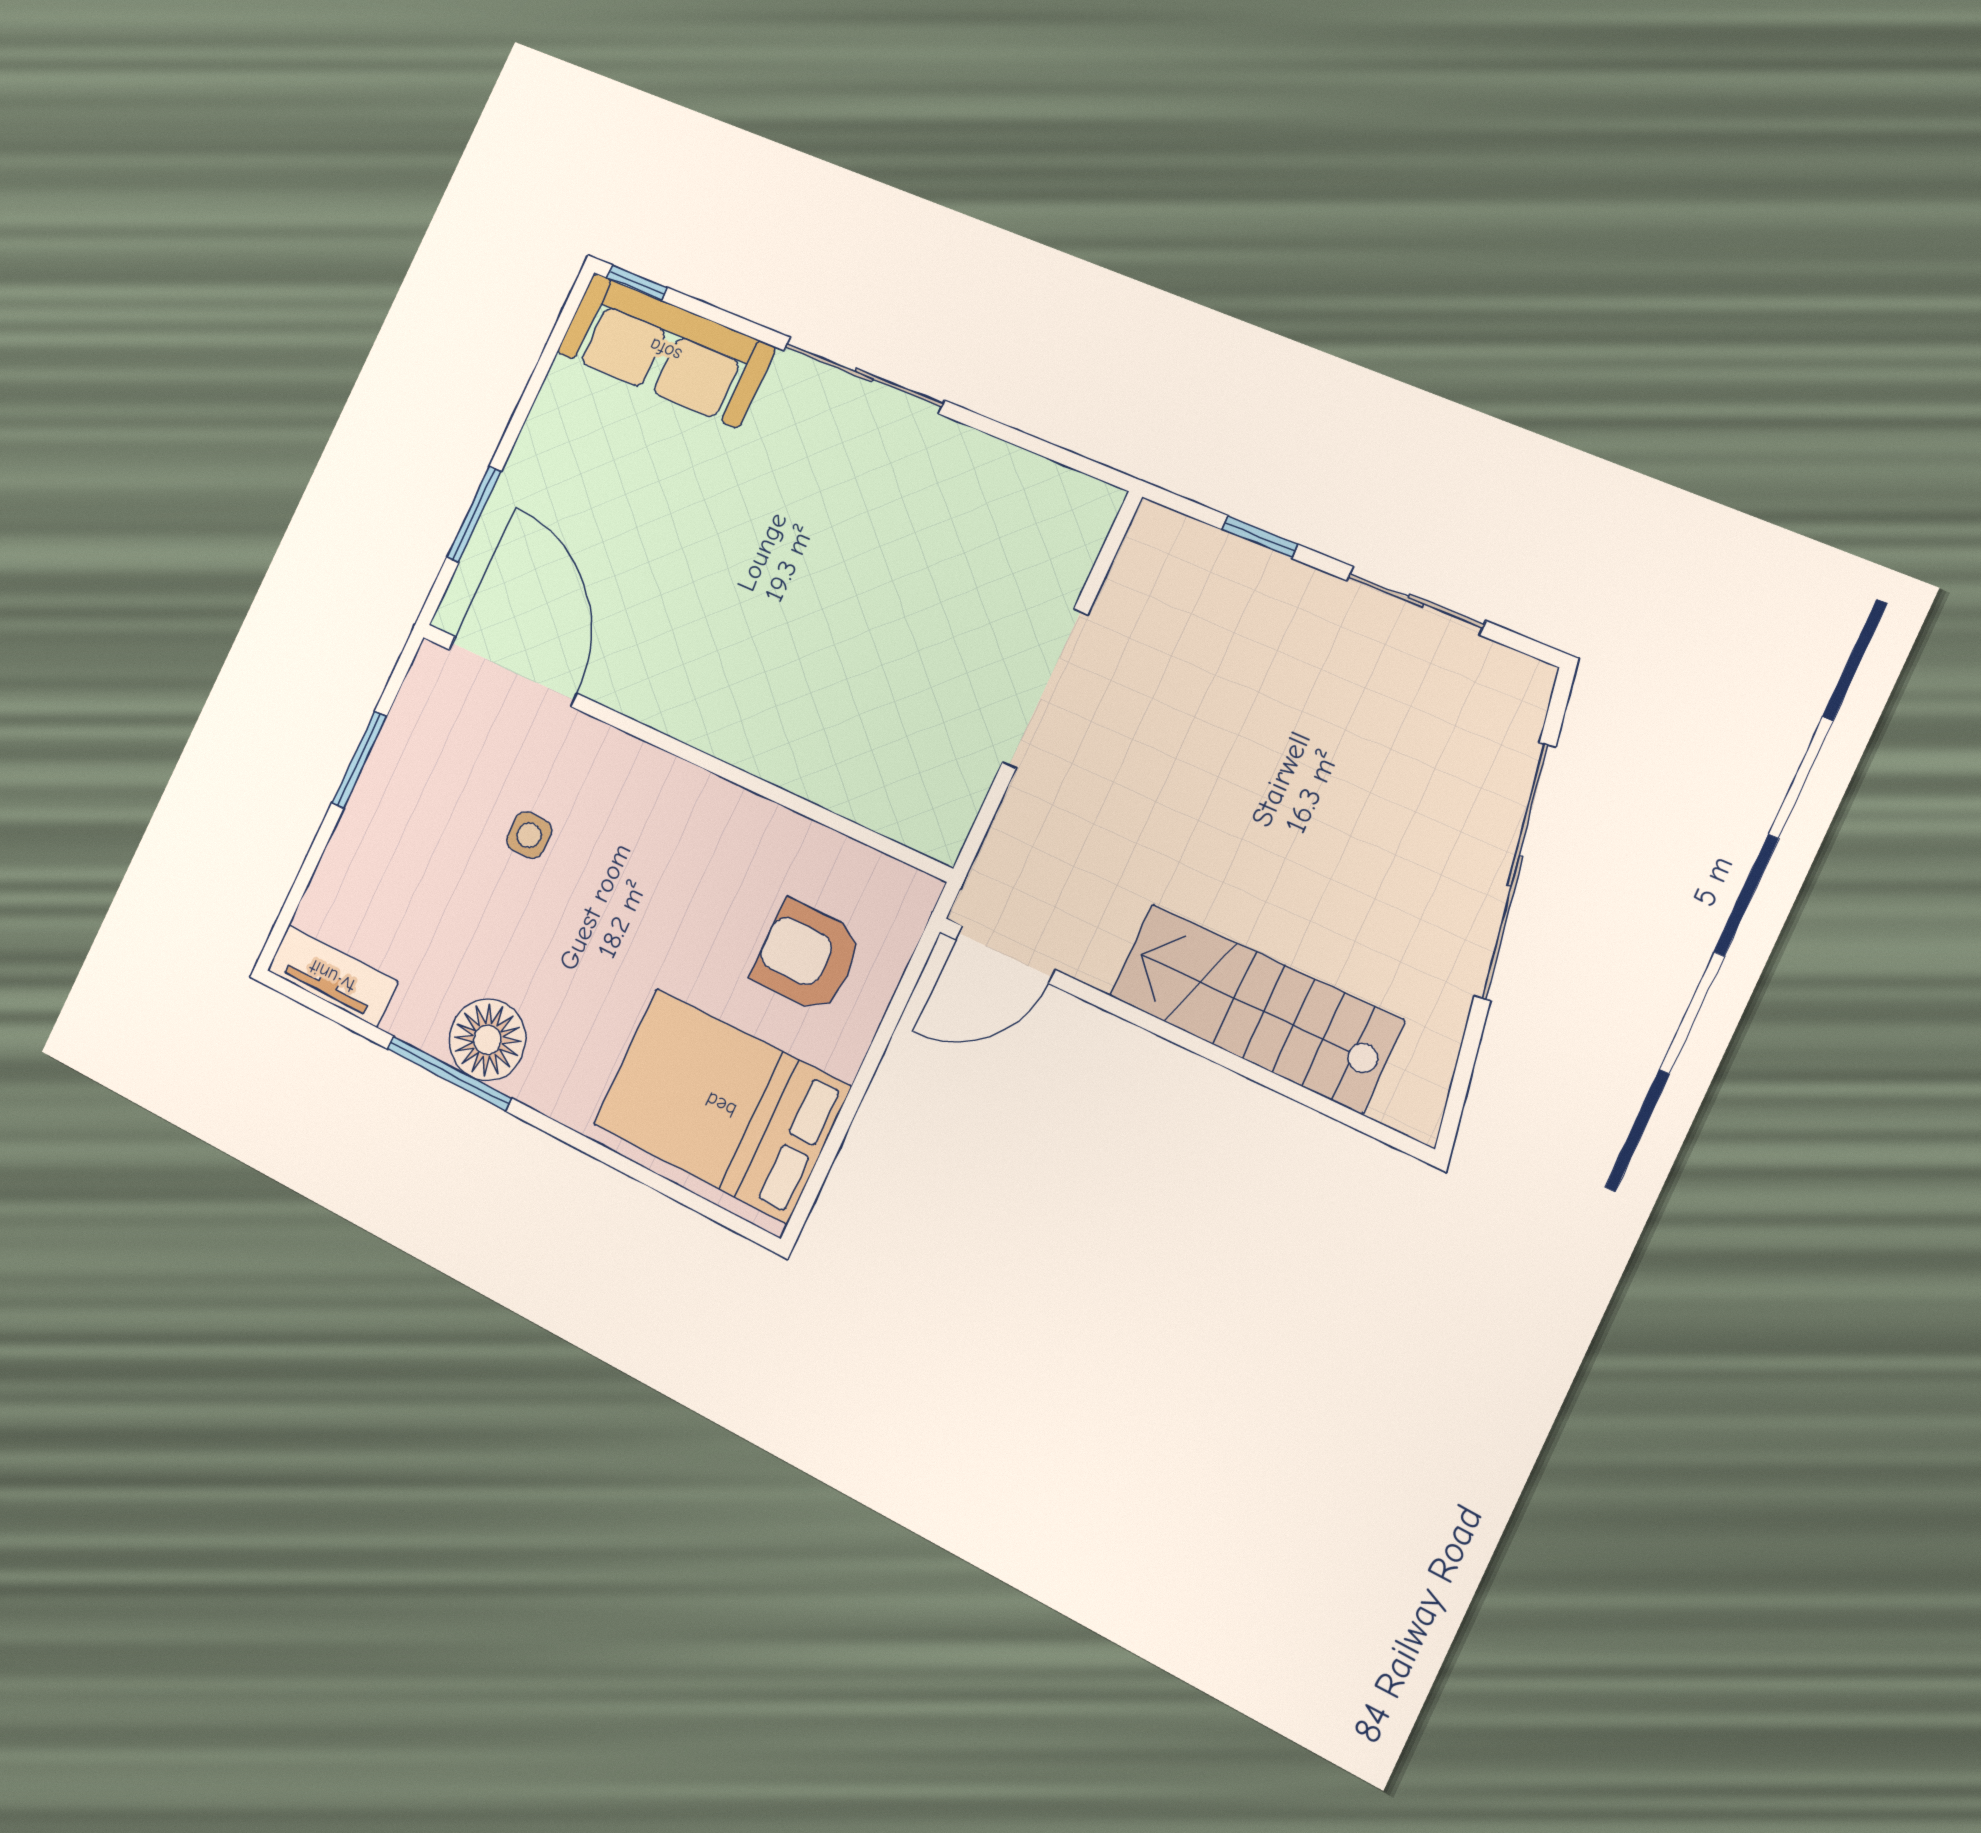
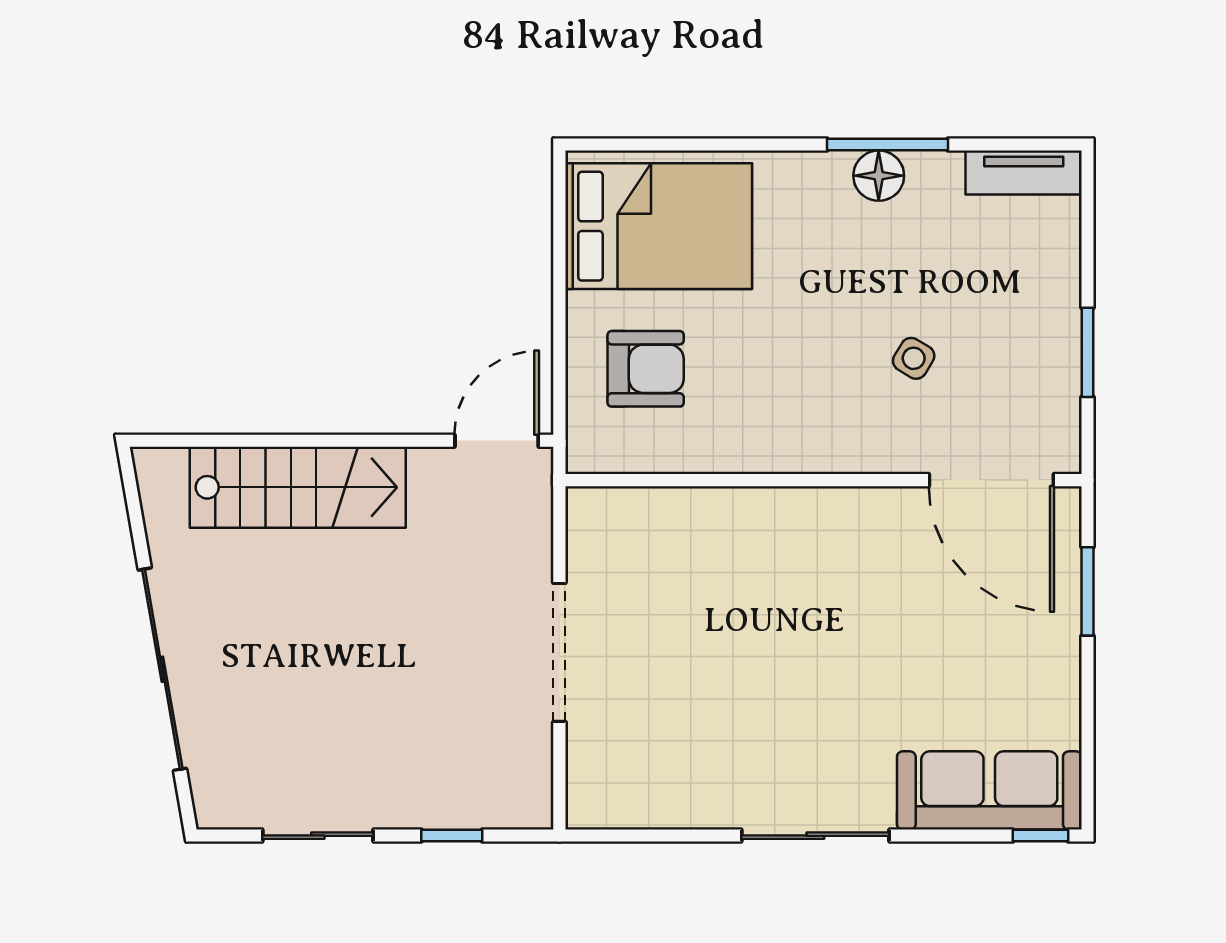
side table: (529, 835) -> (914, 358), turned 31
floor lamp: (487, 1040) -> (879, 176), width x0.73, depth x0.73

